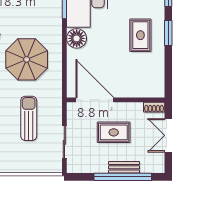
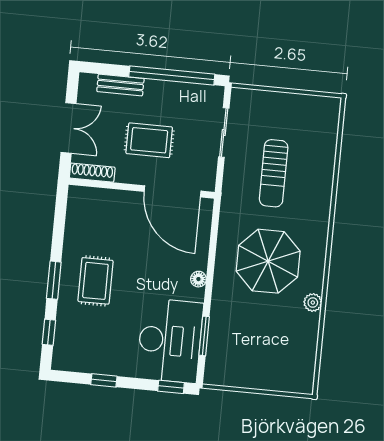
floor lamp: (77, 38) -> (198, 279), width x0.53, depth x0.53
shoe rack: (154, 107) -> (92, 173), width x1.43
bench: (124, 167) -> (120, 85), moved
window: (123, 177) -> (172, 76), moved

